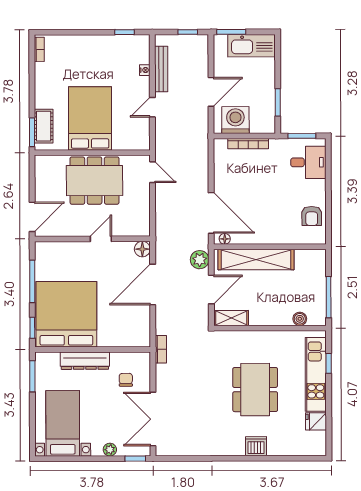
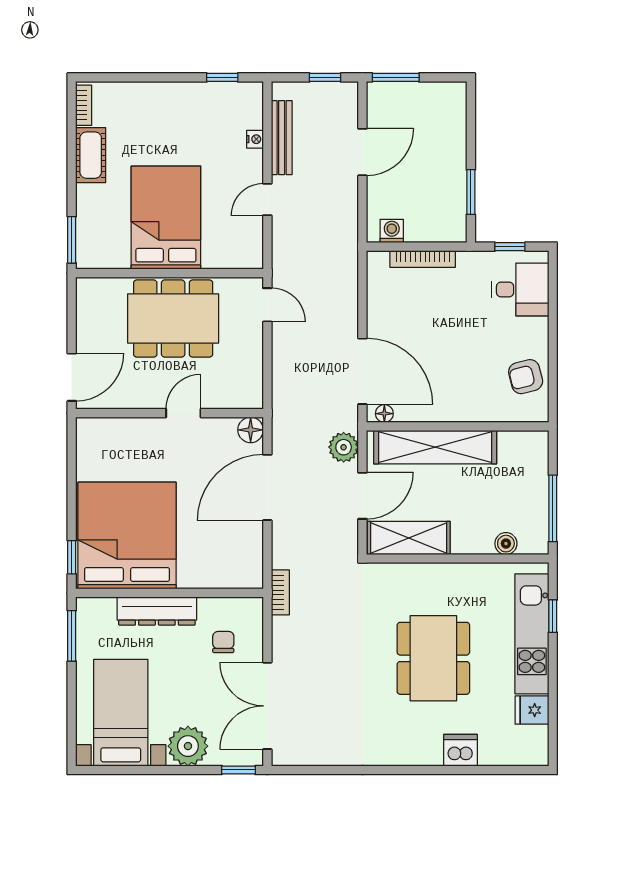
kitchen sink: (252, 46) -> (428, 100), removed
door: (211, 92) -> (362, 152), moved
washing machine: (235, 120) -> (392, 231), width x0.53, depth x0.53
cot: (44, 126) -> (91, 155), moved
window: (302, 136) -> (510, 247), width x0.67
armchair: (312, 216) -> (526, 377), turned 76
window: (32, 281) -> (72, 482), removed
shelving: (231, 318) -> (409, 538), width x1.50, depth x1.33
dishwasher: (256, 446) -> (461, 750), moved
plant: (110, 450) -> (188, 746), width x1.88, depth x1.88

